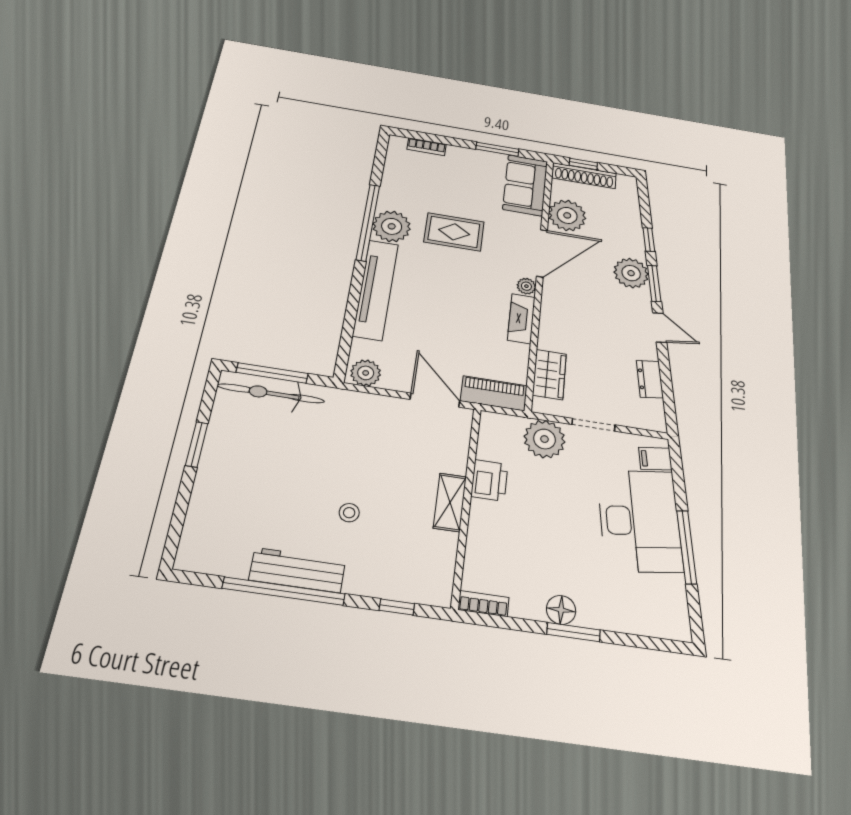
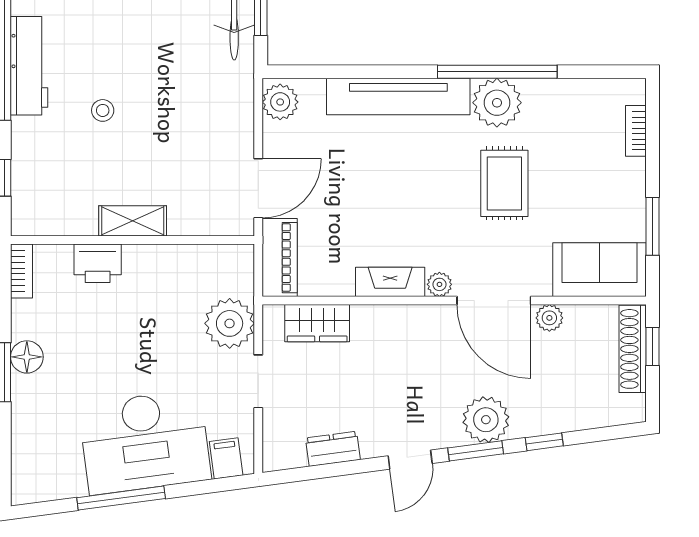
plant: (567, 215) -> (549, 318), width x0.53, depth x0.53
printer: (489, 480) -> (98, 263), moved

